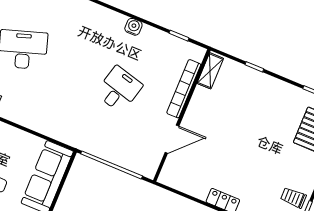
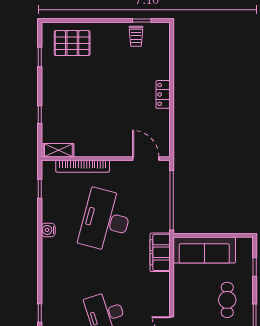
desk: (119, 89) -> (106, 220), width x1.87, depth x1.30
filing cabinet: (63, 131) -> (160, 252), added
door: (172, 139) -> (146, 159), moved

